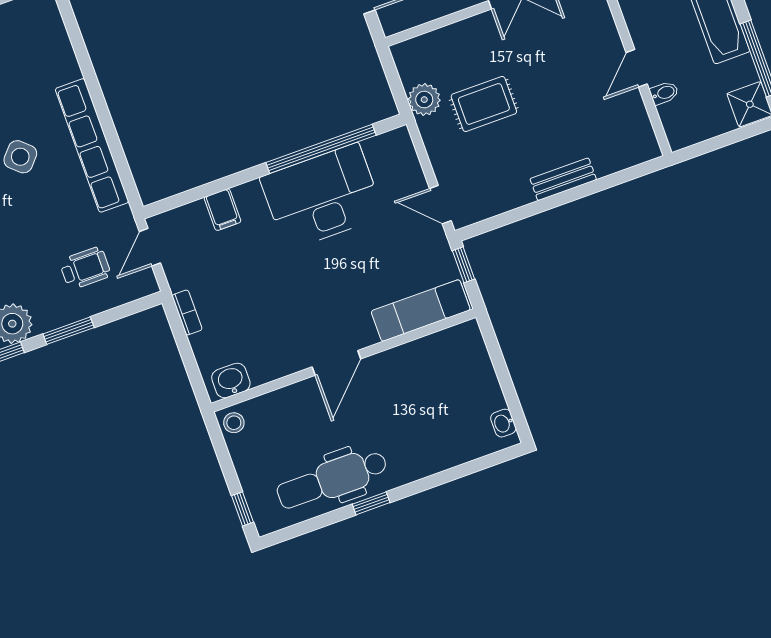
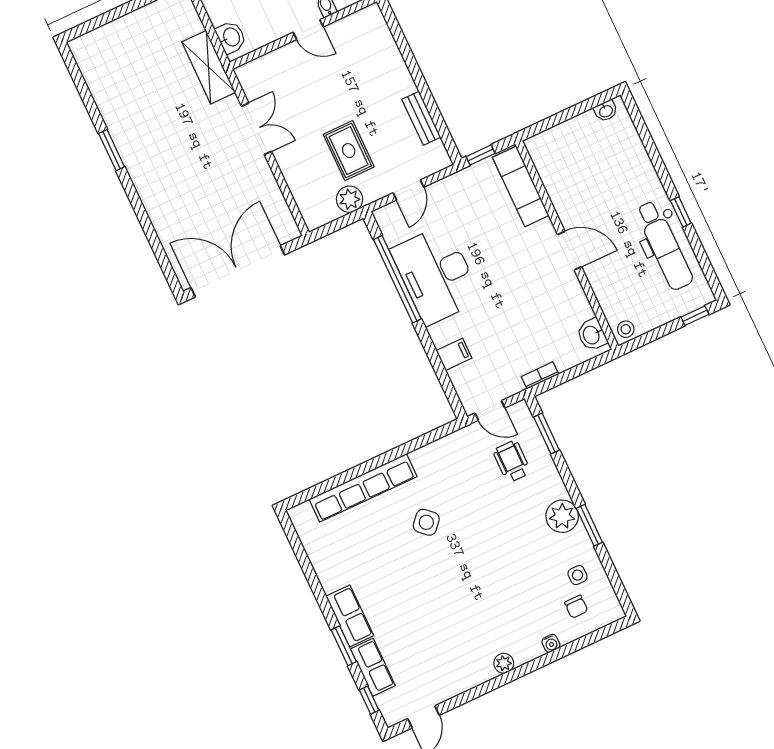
row of seats: (92, 145) -> (363, 488), moved
bench: (563, 179) -> (421, 118), moved
door: (440, 205) -> (408, 190), moved
window: (69, 331) -> (546, 434), moved

